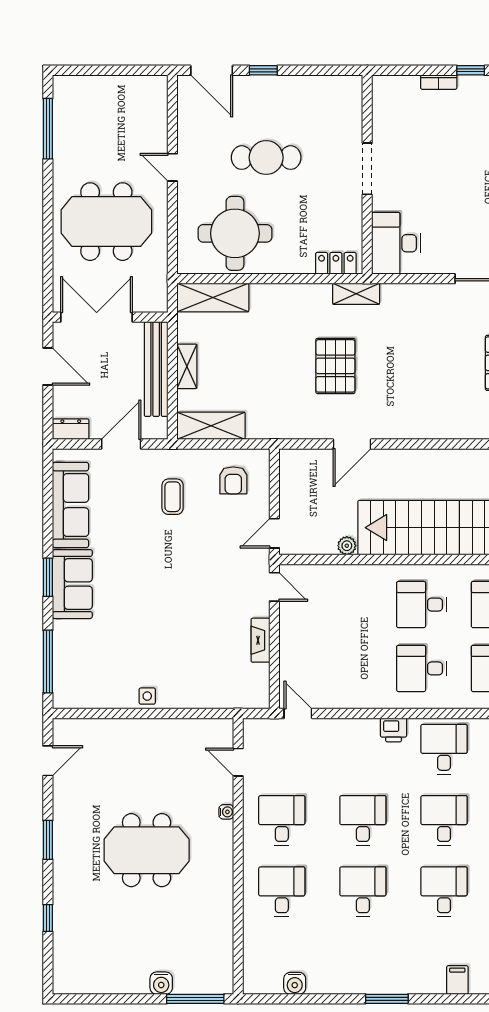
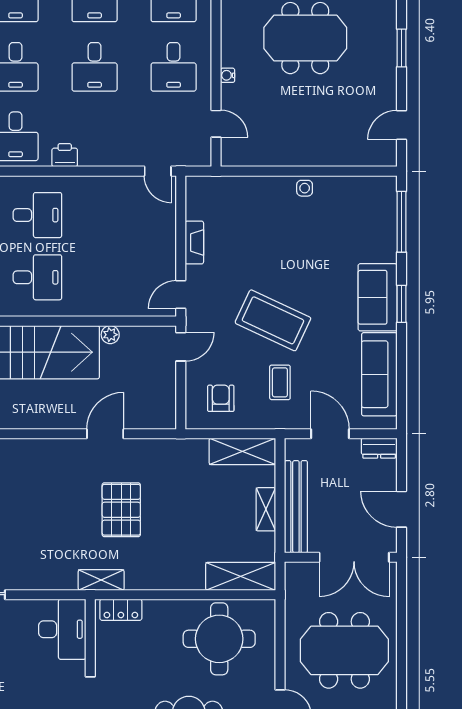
door: (121, 444) -> (330, 434), swing flipped
coffee table: (180, 560) -> (273, 320), added
door: (274, 587) -> (181, 295), hinge flipped

